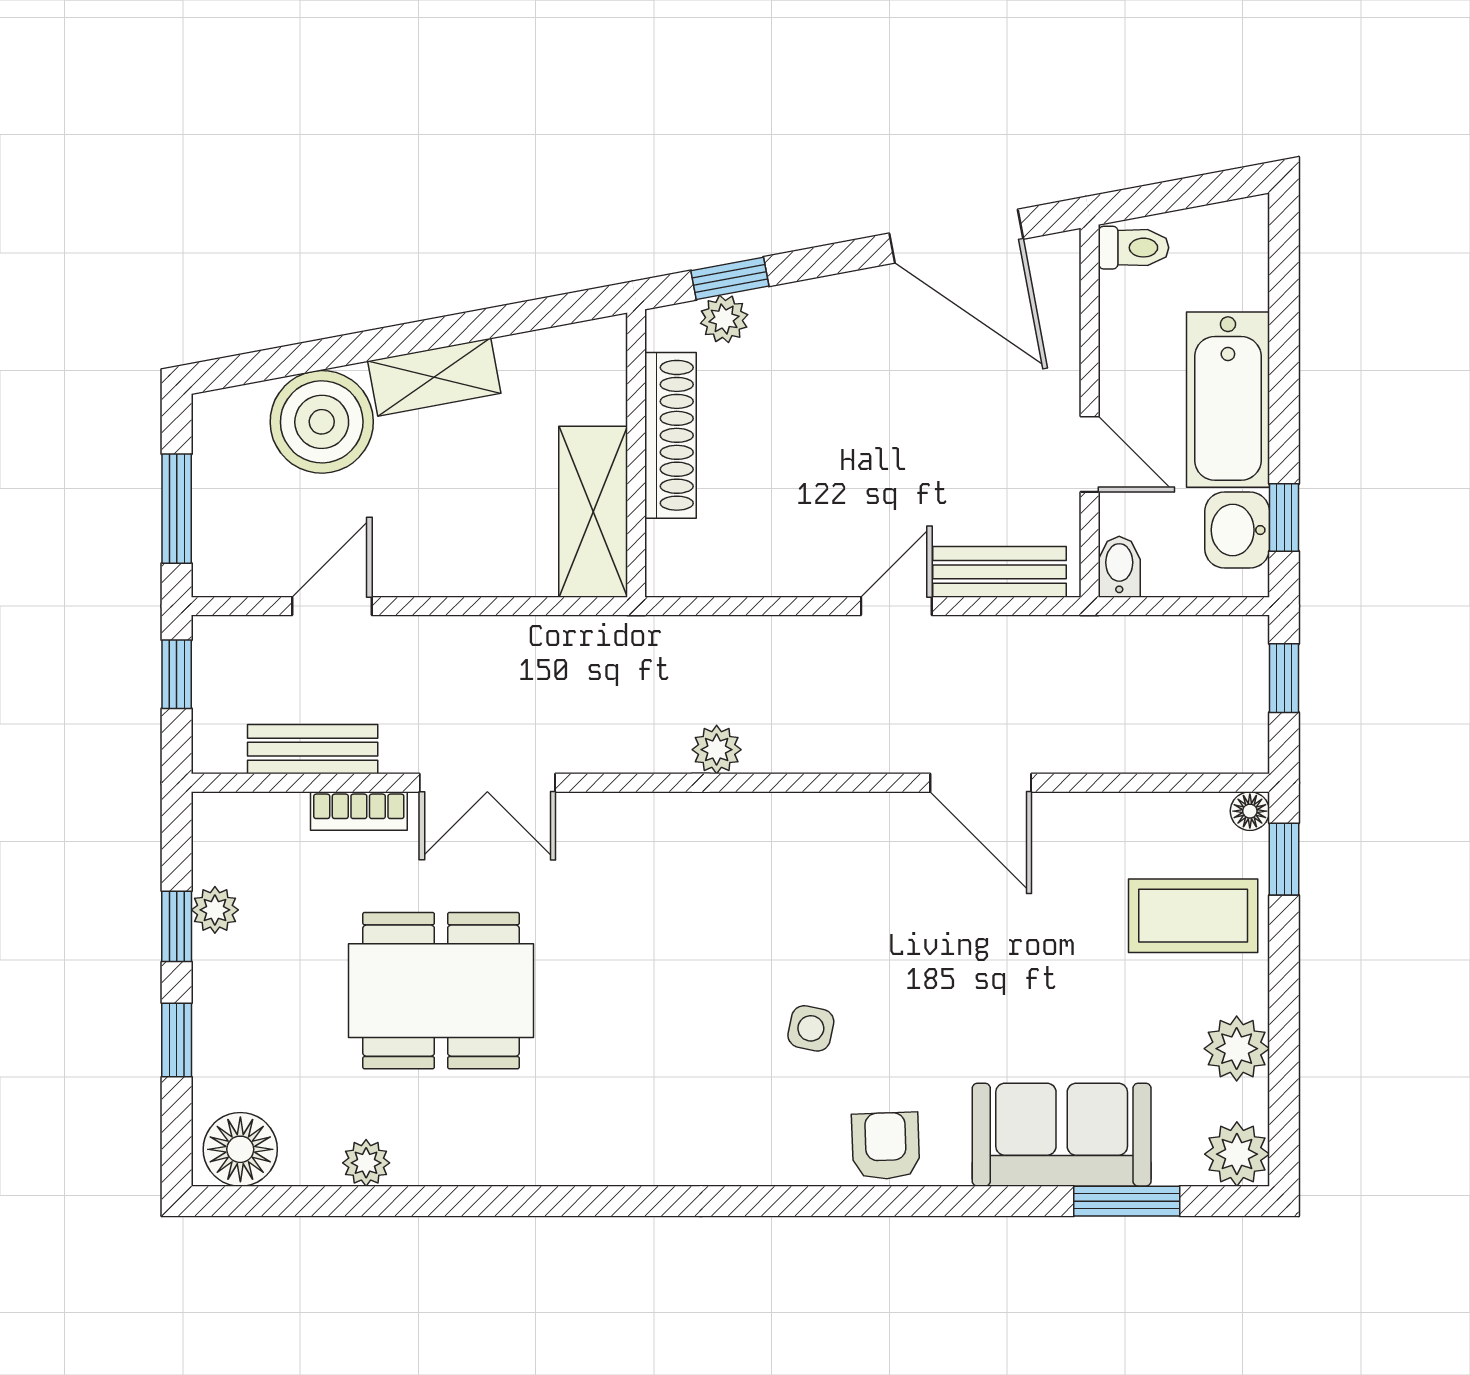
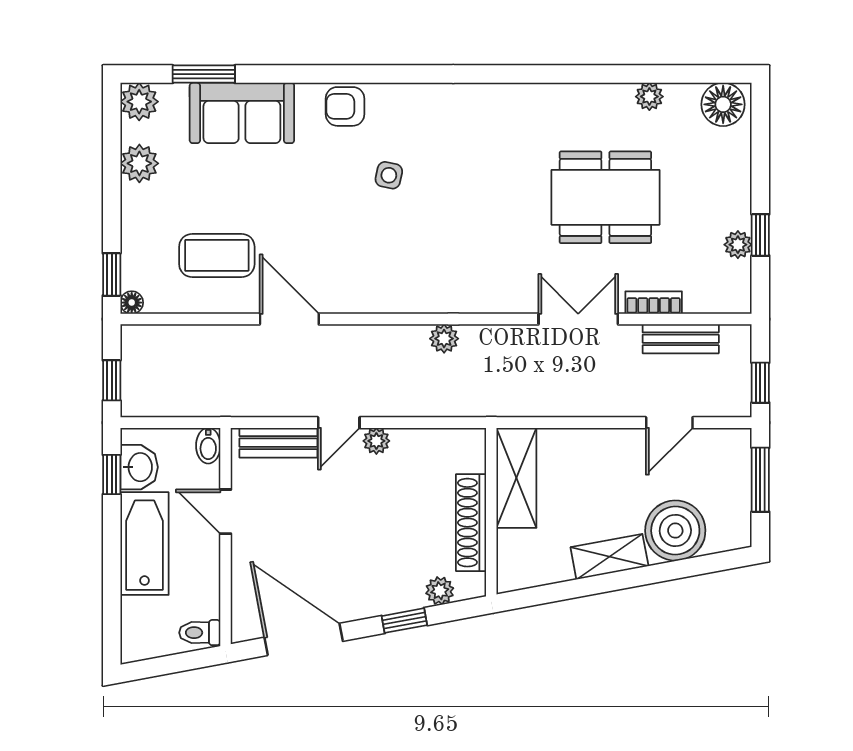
window: (730, 278) -> (404, 621), moved
plant: (832, 575) -> (376, 441), added
coffee table: (1193, 916) -> (217, 255), moved
window: (177, 1040) -> (760, 168), removed
armchair: (886, 1146) -> (345, 106), turned 92

